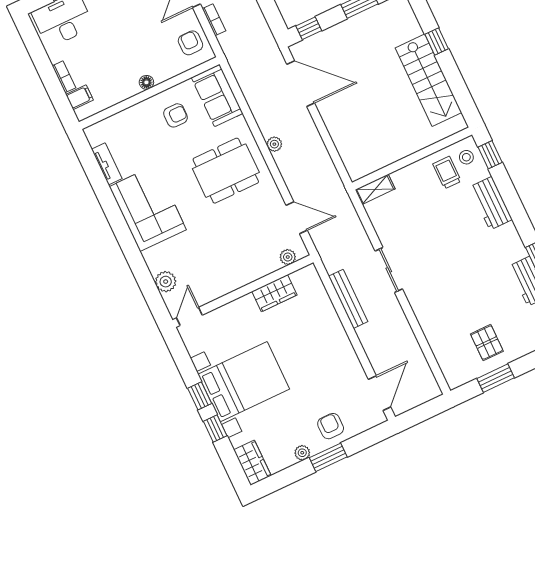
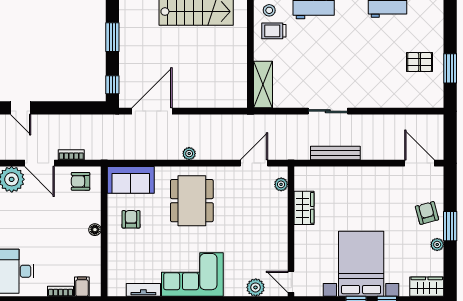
shelving: (375, 189) -> (263, 85), width x1.50, depth x1.33
armchair: (331, 426) -> (427, 213), turned 75

